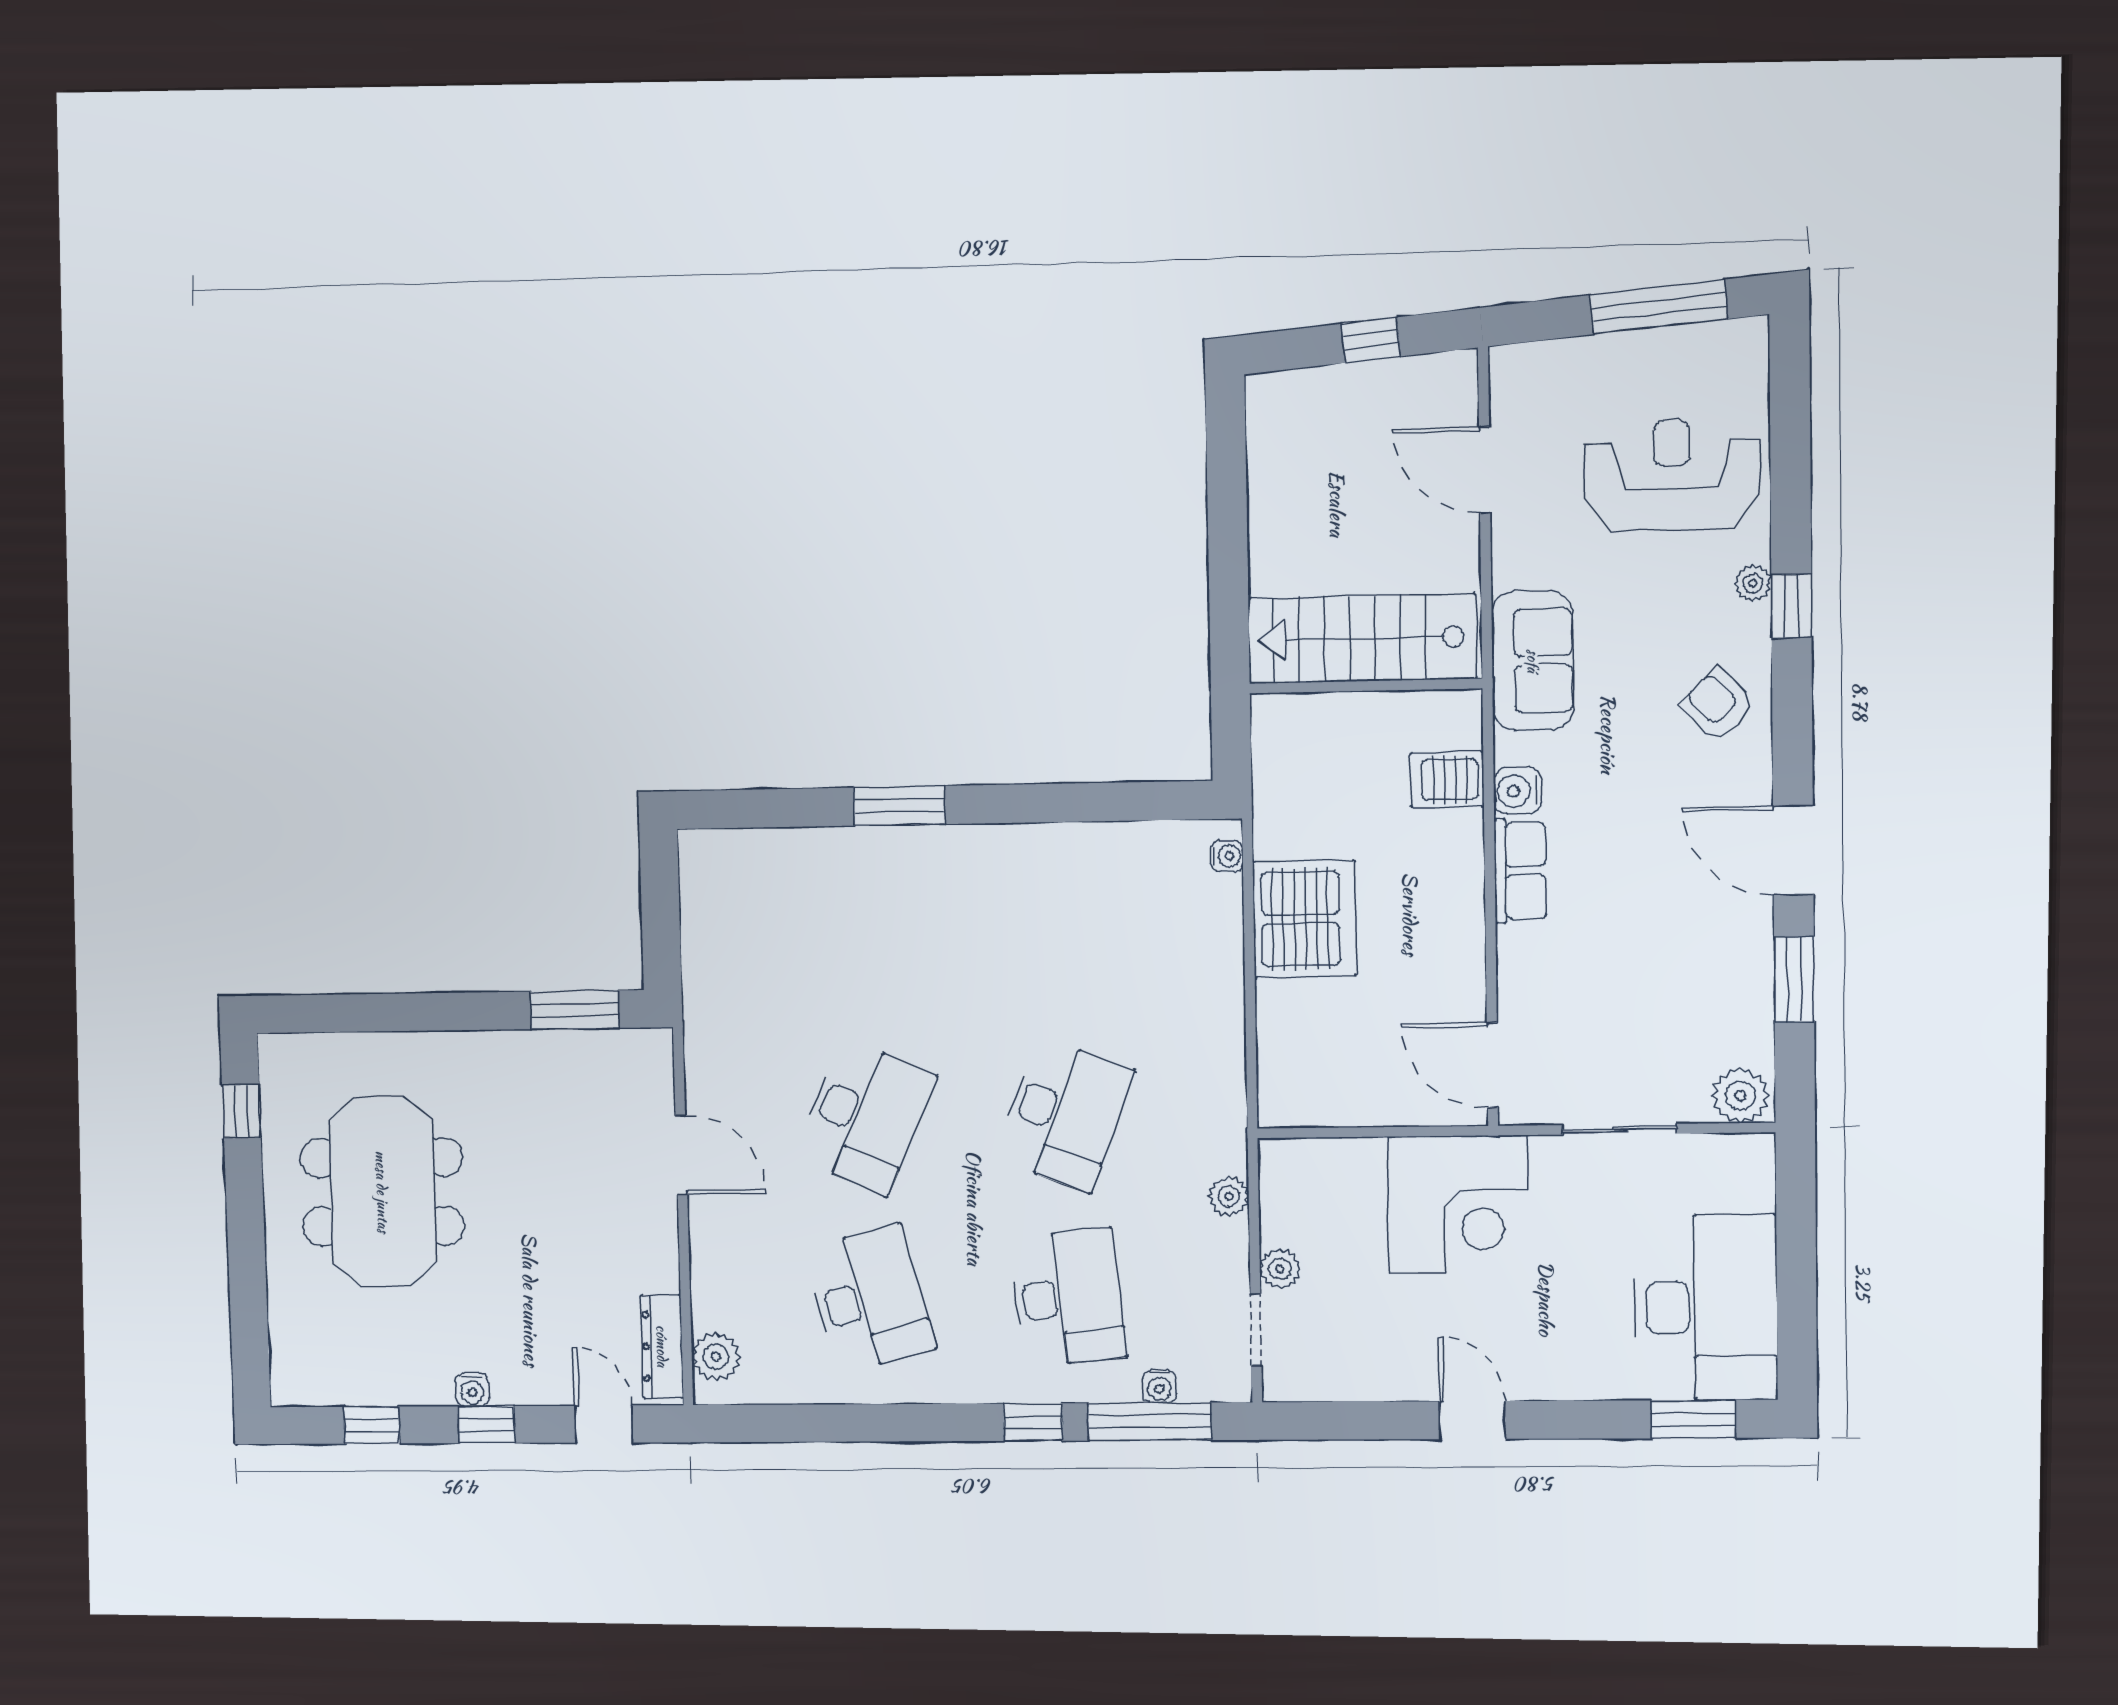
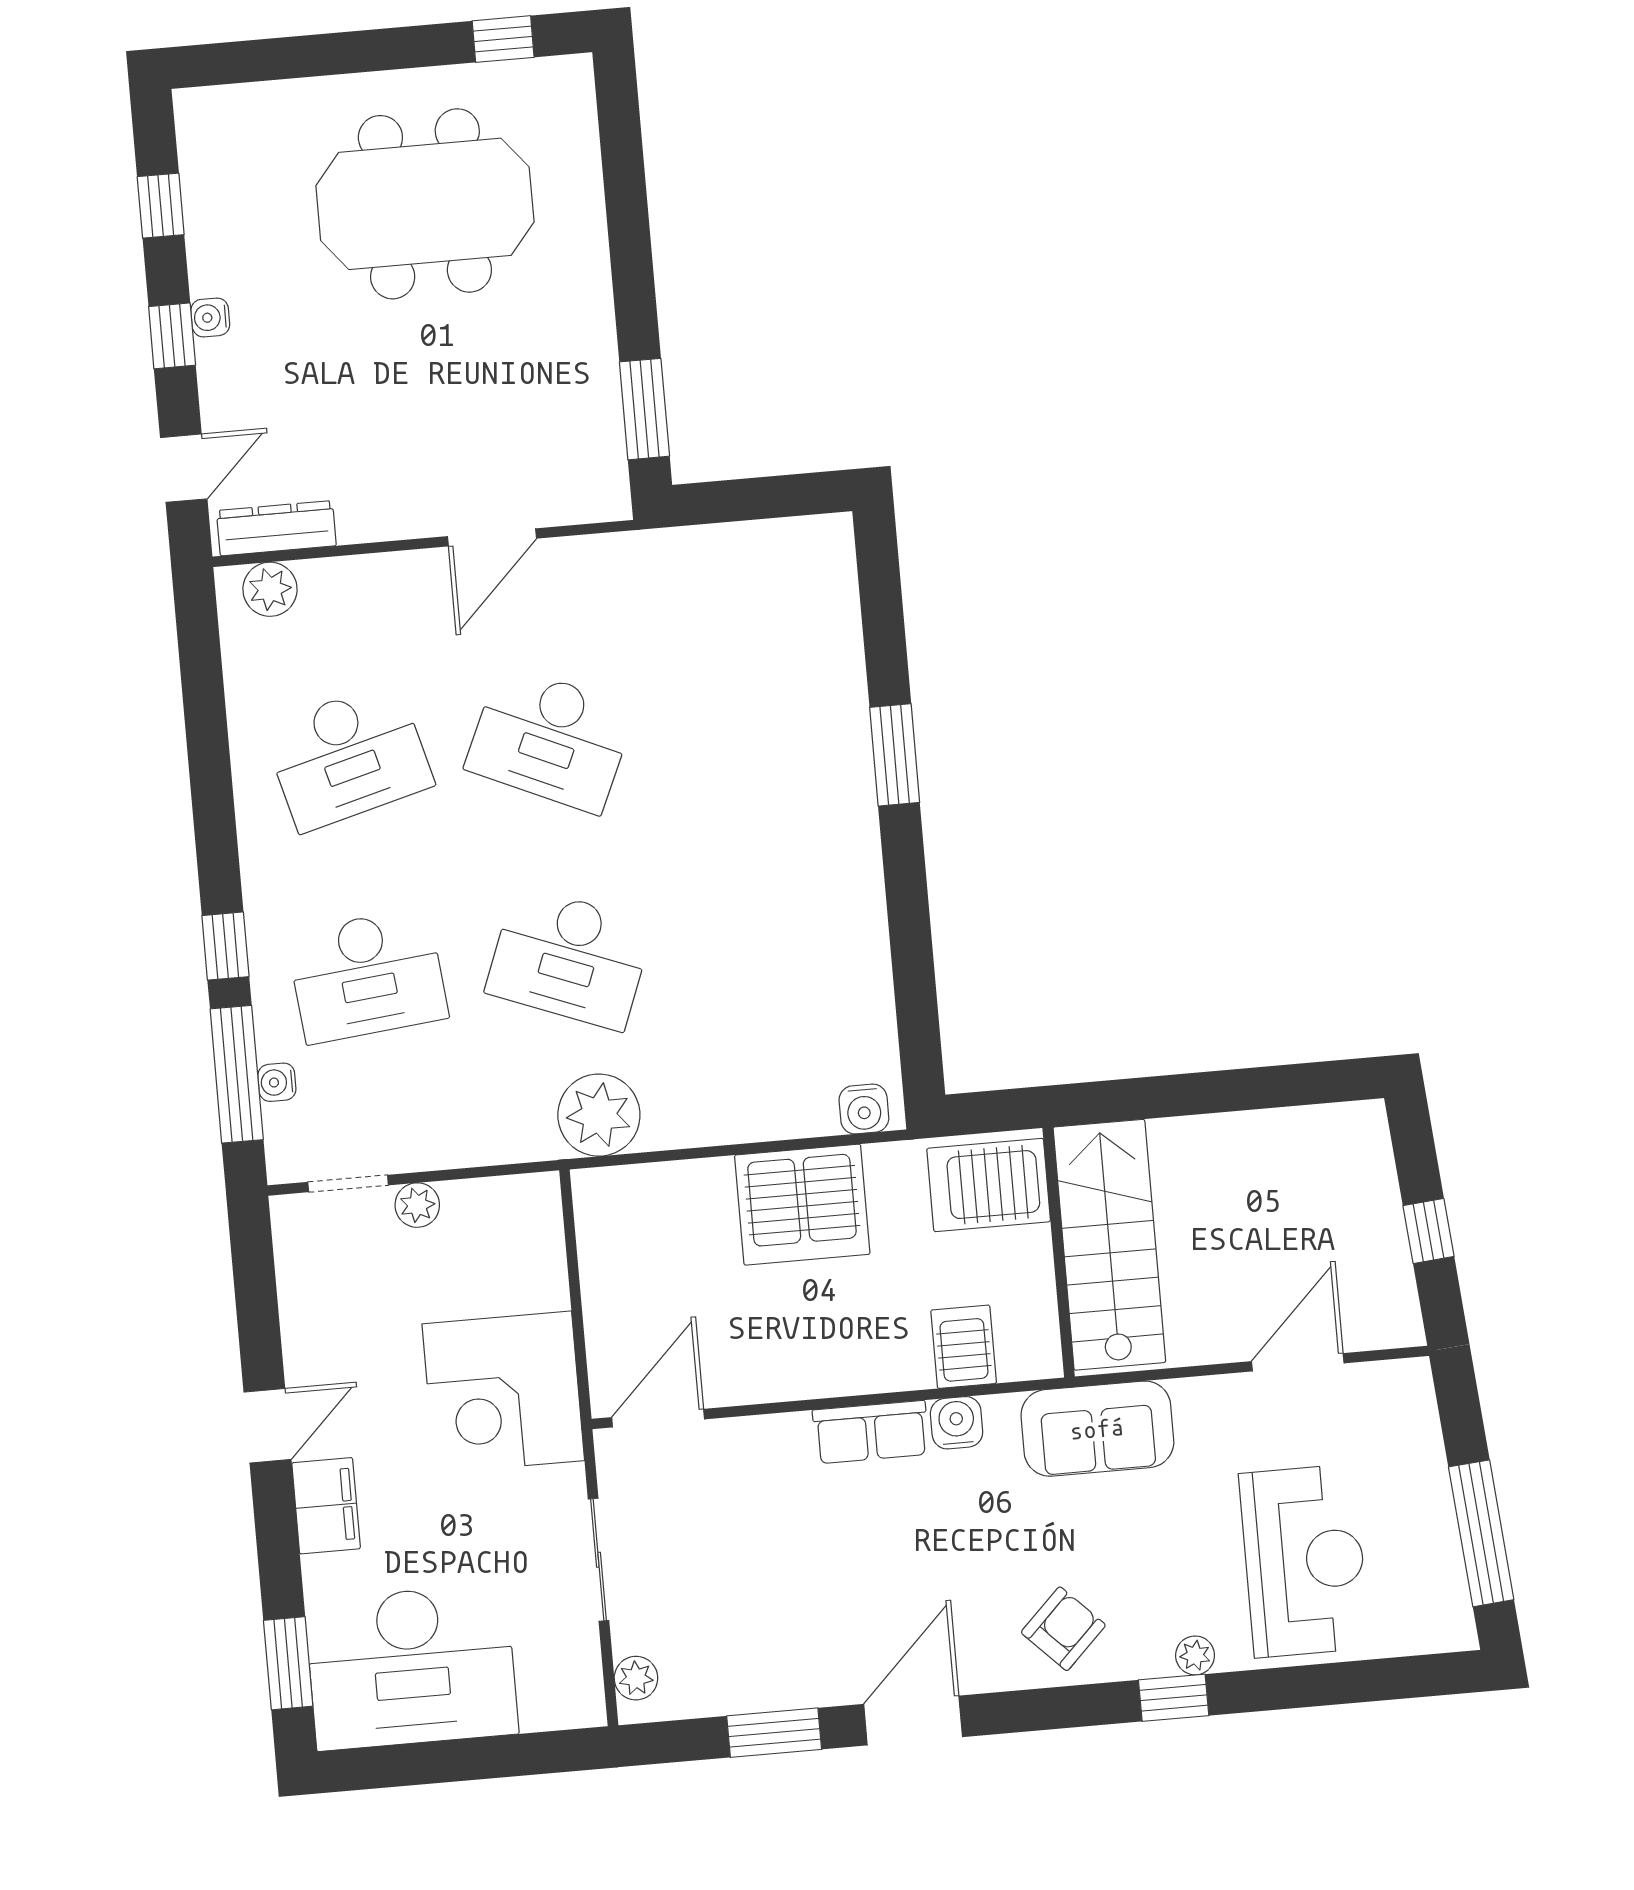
server rack: (1299, 746) -> (989, 1185), added
water cooler: (1227, 856) -> (864, 1109), width x1.38, depth x1.38
plant: (1740, 1095) -> (636, 1678), width x0.73, depth x0.73
plant: (1229, 1196) -> (599, 1115), moved, width x1.88, depth x1.88
filing cabinet: (1550, 1373) -> (326, 1506), added

